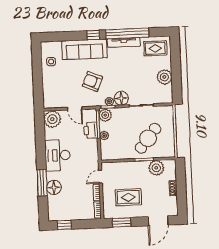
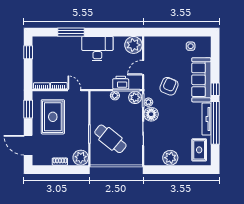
plant: (156, 168) -> (81, 158), moved
floor lamp: (54, 187) -> (66, 44), removed
rug: (128, 197) -> (53, 117), width x1.36, depth x1.43

